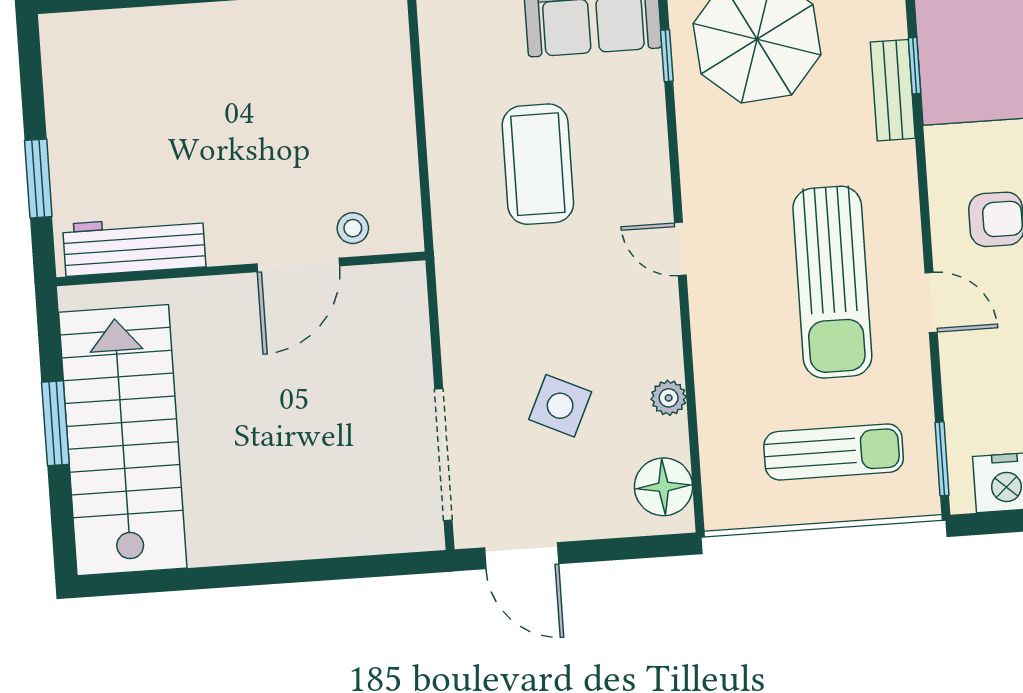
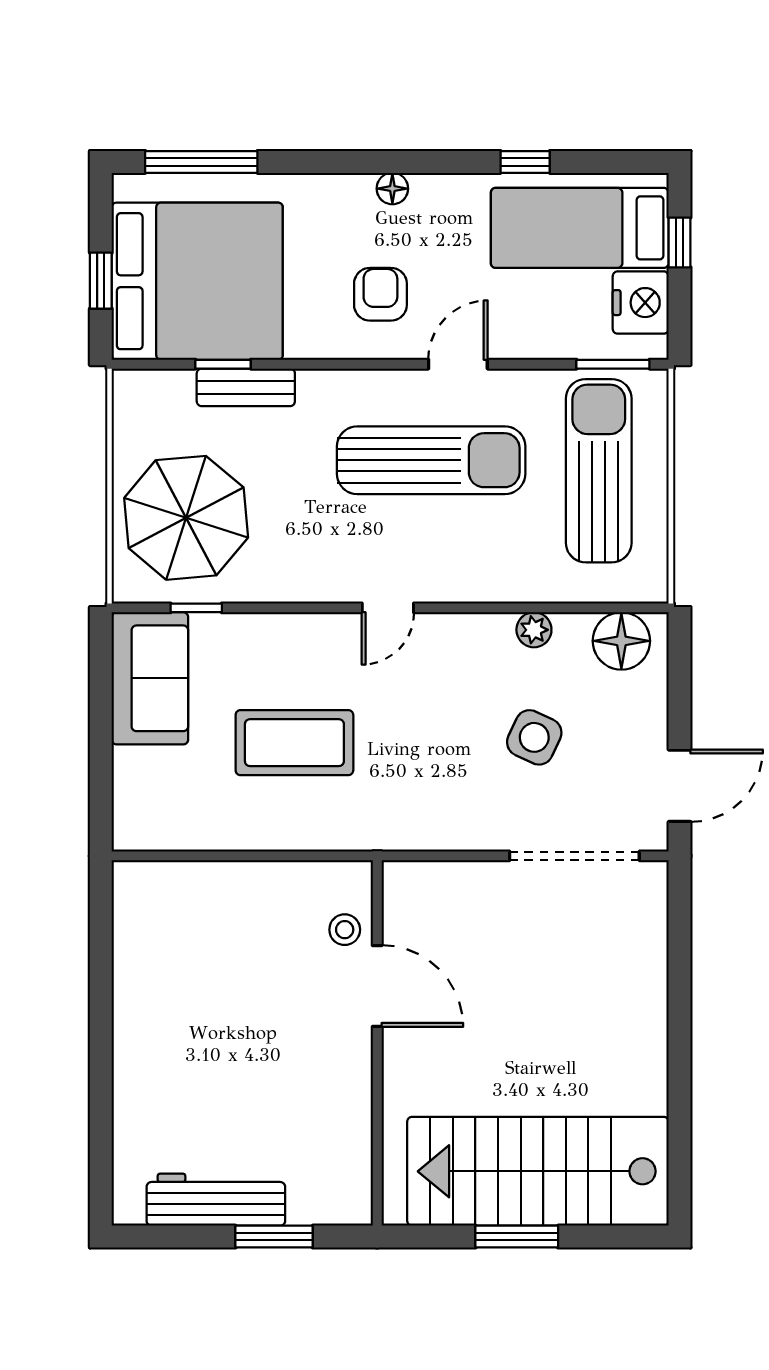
workbench: (134, 246) -> (216, 1200), moved, turned 90
sun lounger: (834, 452) -> (599, 471), width x1.36, depth x1.34

